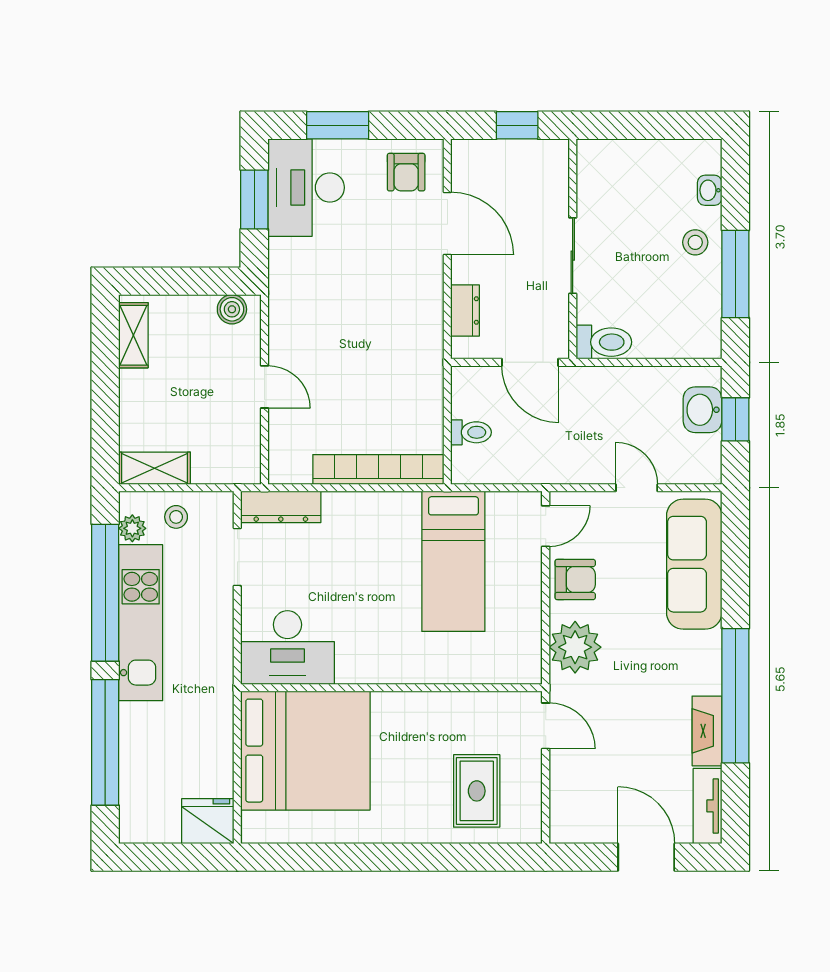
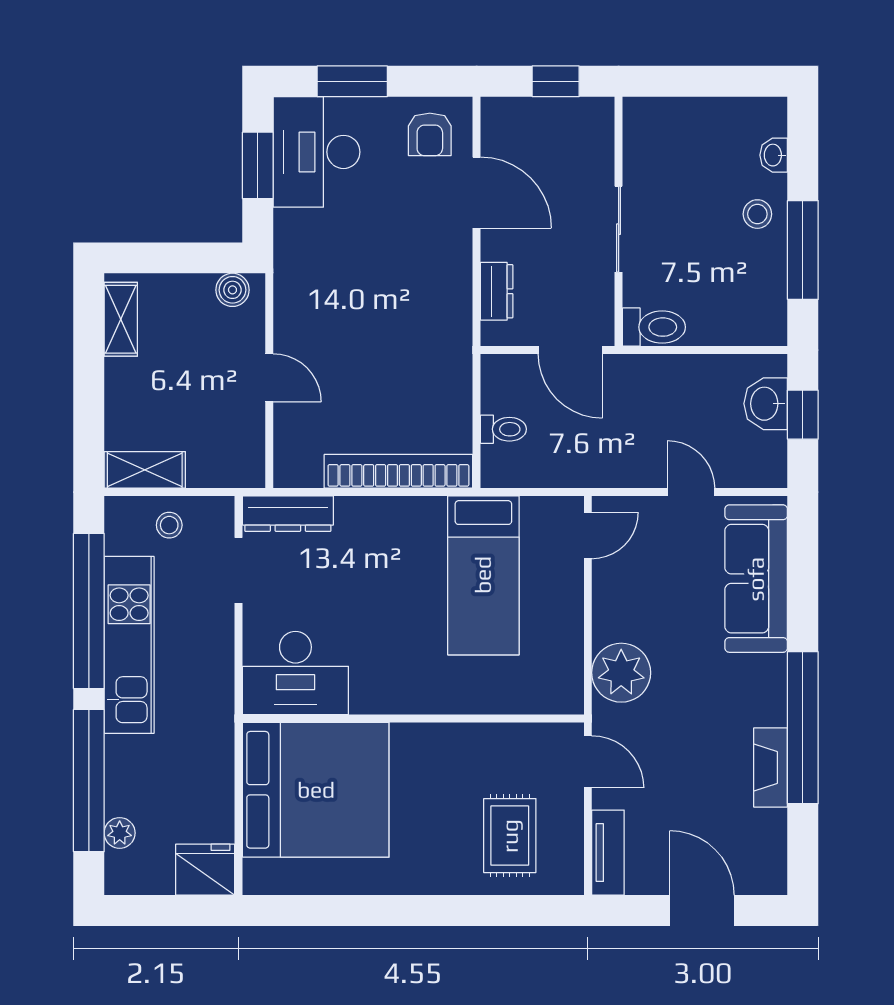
plant: (132, 528) -> (120, 833), moved
armchair: (575, 580) -> (621, 596), removed
tv unit: (707, 806) -> (608, 853), moved, turned 180

